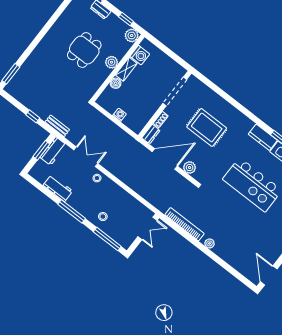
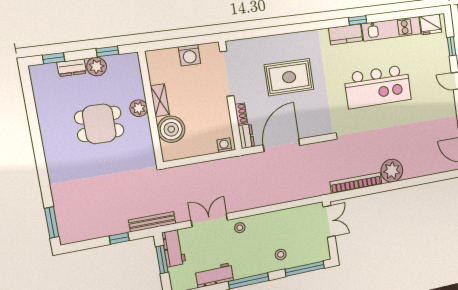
plant: (132, 35) -> (97, 67), moved
dining table: (84, 50) -> (99, 124), turned 90
washing machine: (140, 55) -> (189, 55), moved, turned 90
boiler: (116, 83) -> (171, 129), width x1.86, depth x1.86
washing machine: (120, 115) -> (224, 145), moved
bench: (57, 126) -> (152, 222), width x1.36
plant: (190, 168) -> (311, 129), removed
plant: (209, 243) -> (392, 171), width x1.88, depth x1.88

